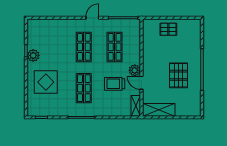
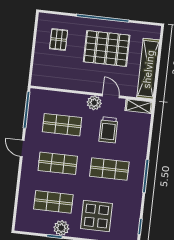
pallet: (168, 29) -> (59, 40), moved
shop shelf: (53, 47) -> (53, 202), added
pallet: (178, 75) -> (107, 48), width x1.37, depth x1.41
door: (142, 83) -> (111, 96), swing flipped
shelving: (159, 110) -> (148, 69), width x1.47

